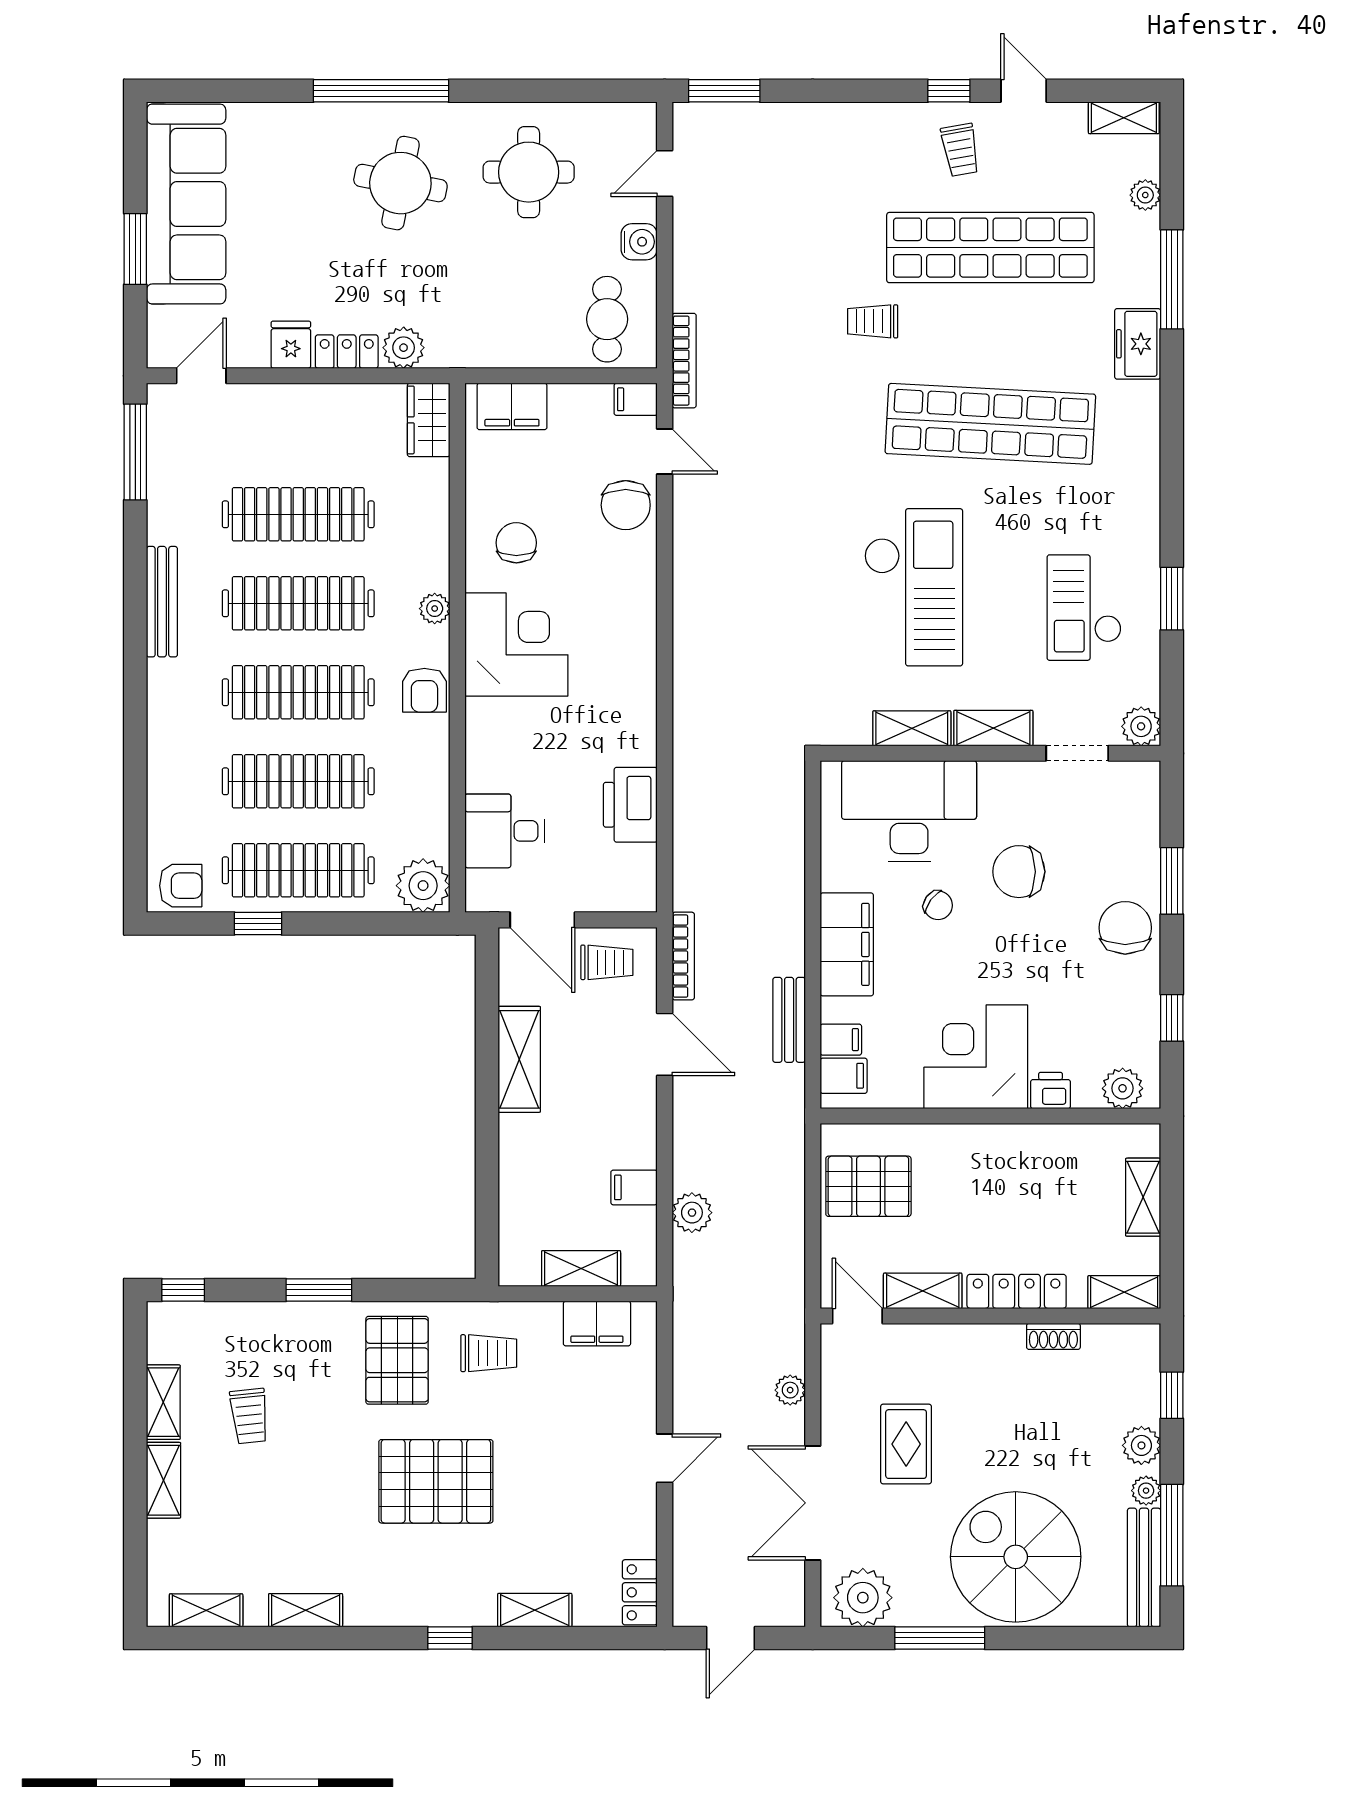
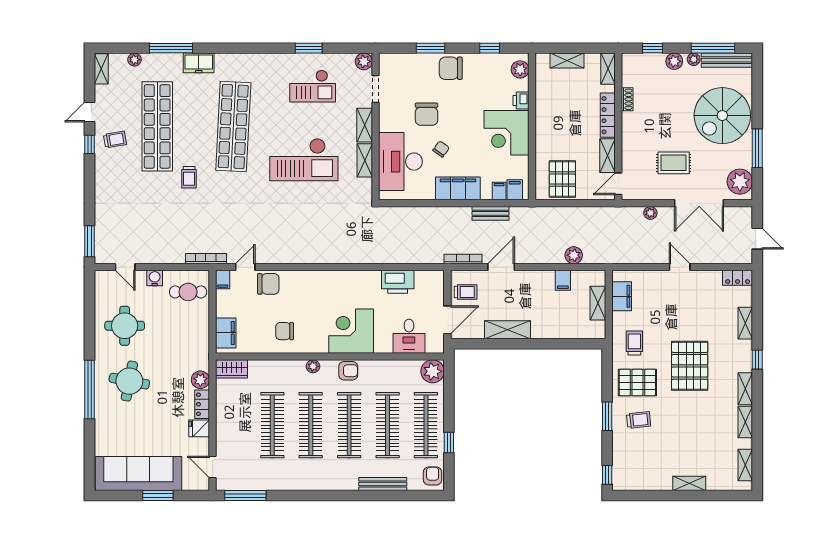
checkout: (914, 587) -> (304, 160), turned 180
bench: (162, 602) -> (383, 484), moved
corner desk: (516, 644) -> (351, 331), moved
trolley: (607, 962) -> (466, 292), turned 90
shelving: (163, 1402) -> (745, 389), moved, turned 90
trolley: (249, 1416) -> (639, 420), moved

